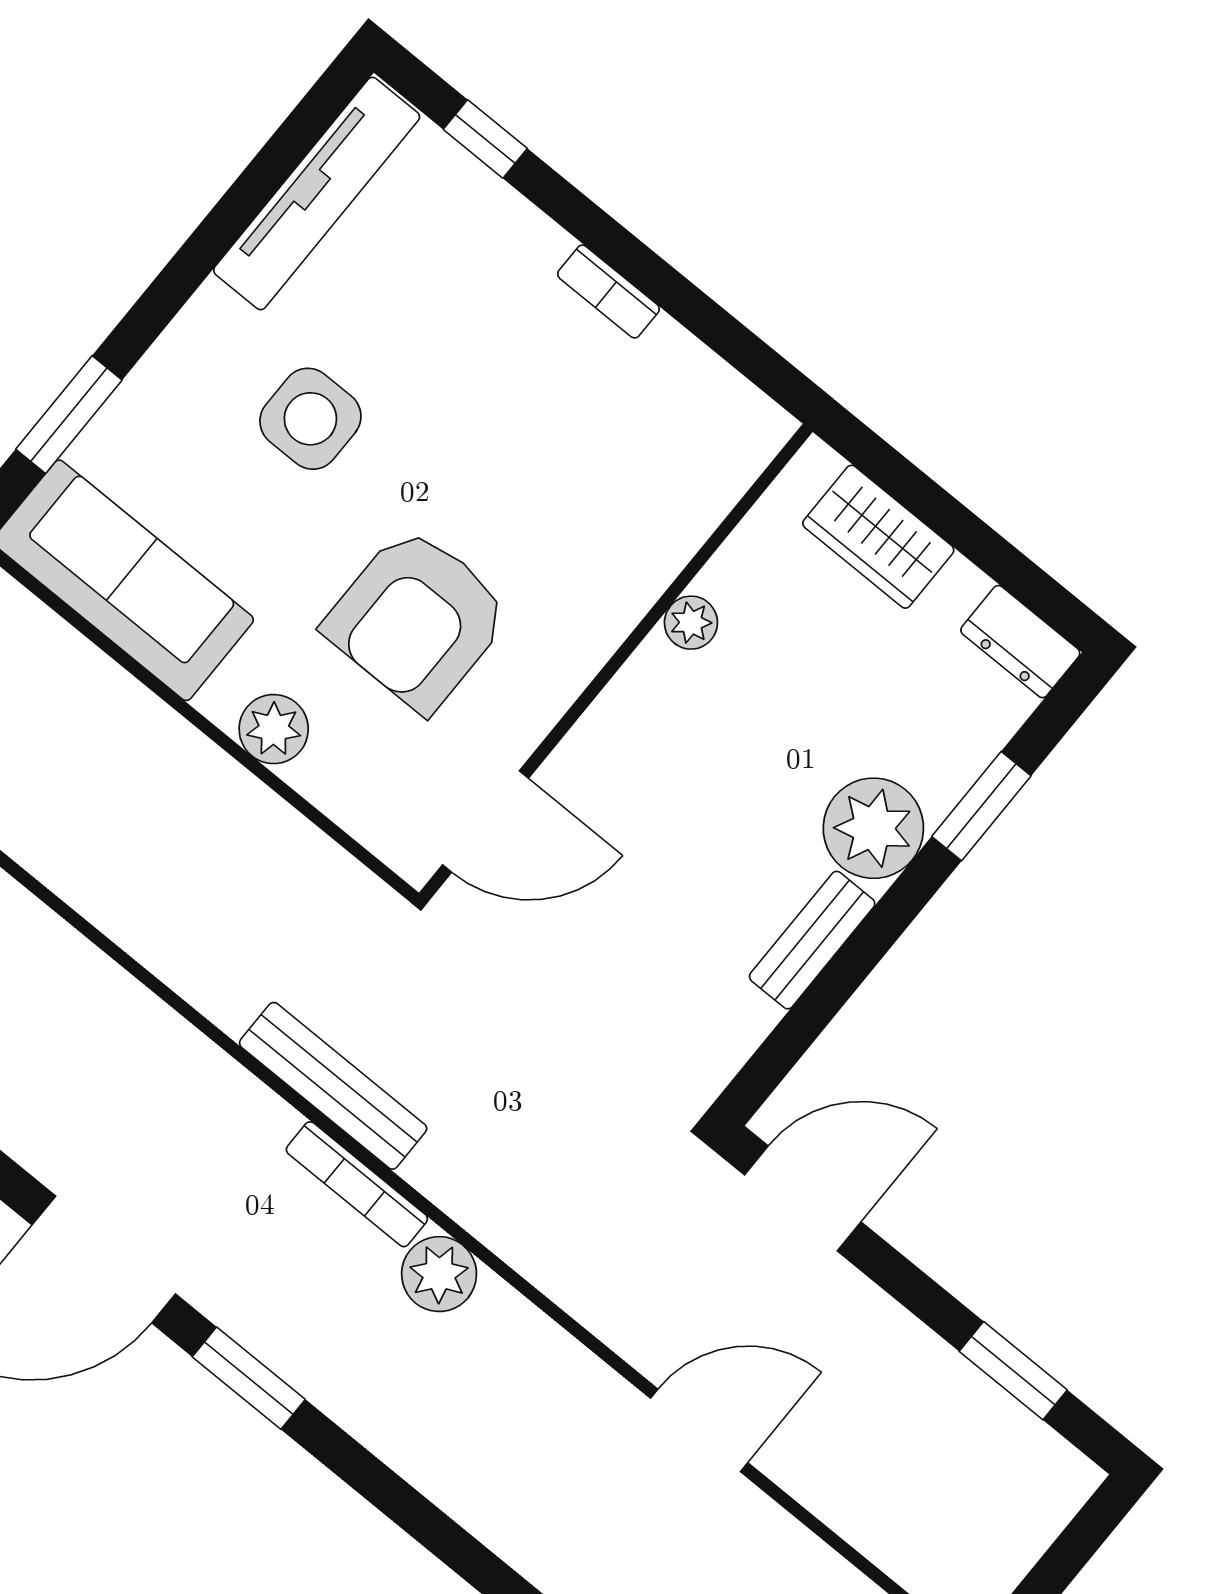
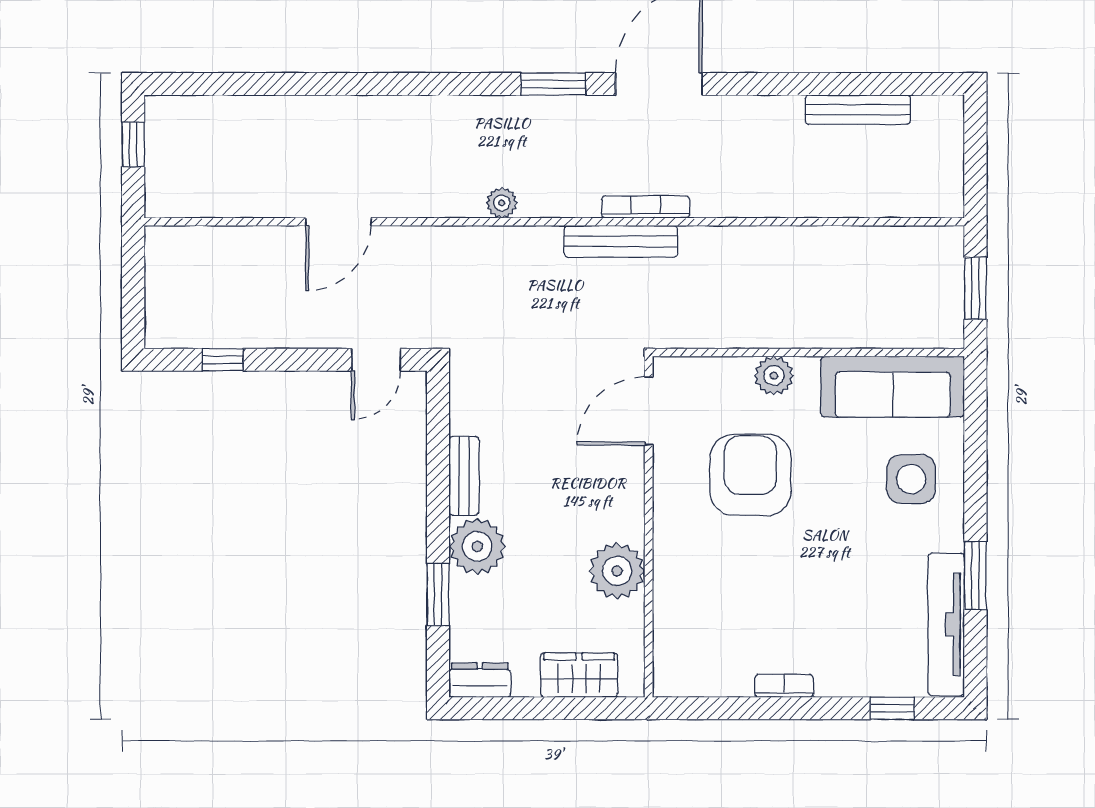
window: (69, 415) -> (975, 576), moved
side table: (310, 419) -> (911, 479), moved
plant: (691, 623) -> (617, 571), width x1.87, depth x1.87
bookcase: (357, 1184) -> (646, 207), moved
door: (803, 1198) -> (376, 360), width x0.73
plant: (439, 1274) -> (502, 203), width x0.73, depth x0.73
window: (1013, 1371) -> (223, 360), width x0.67

